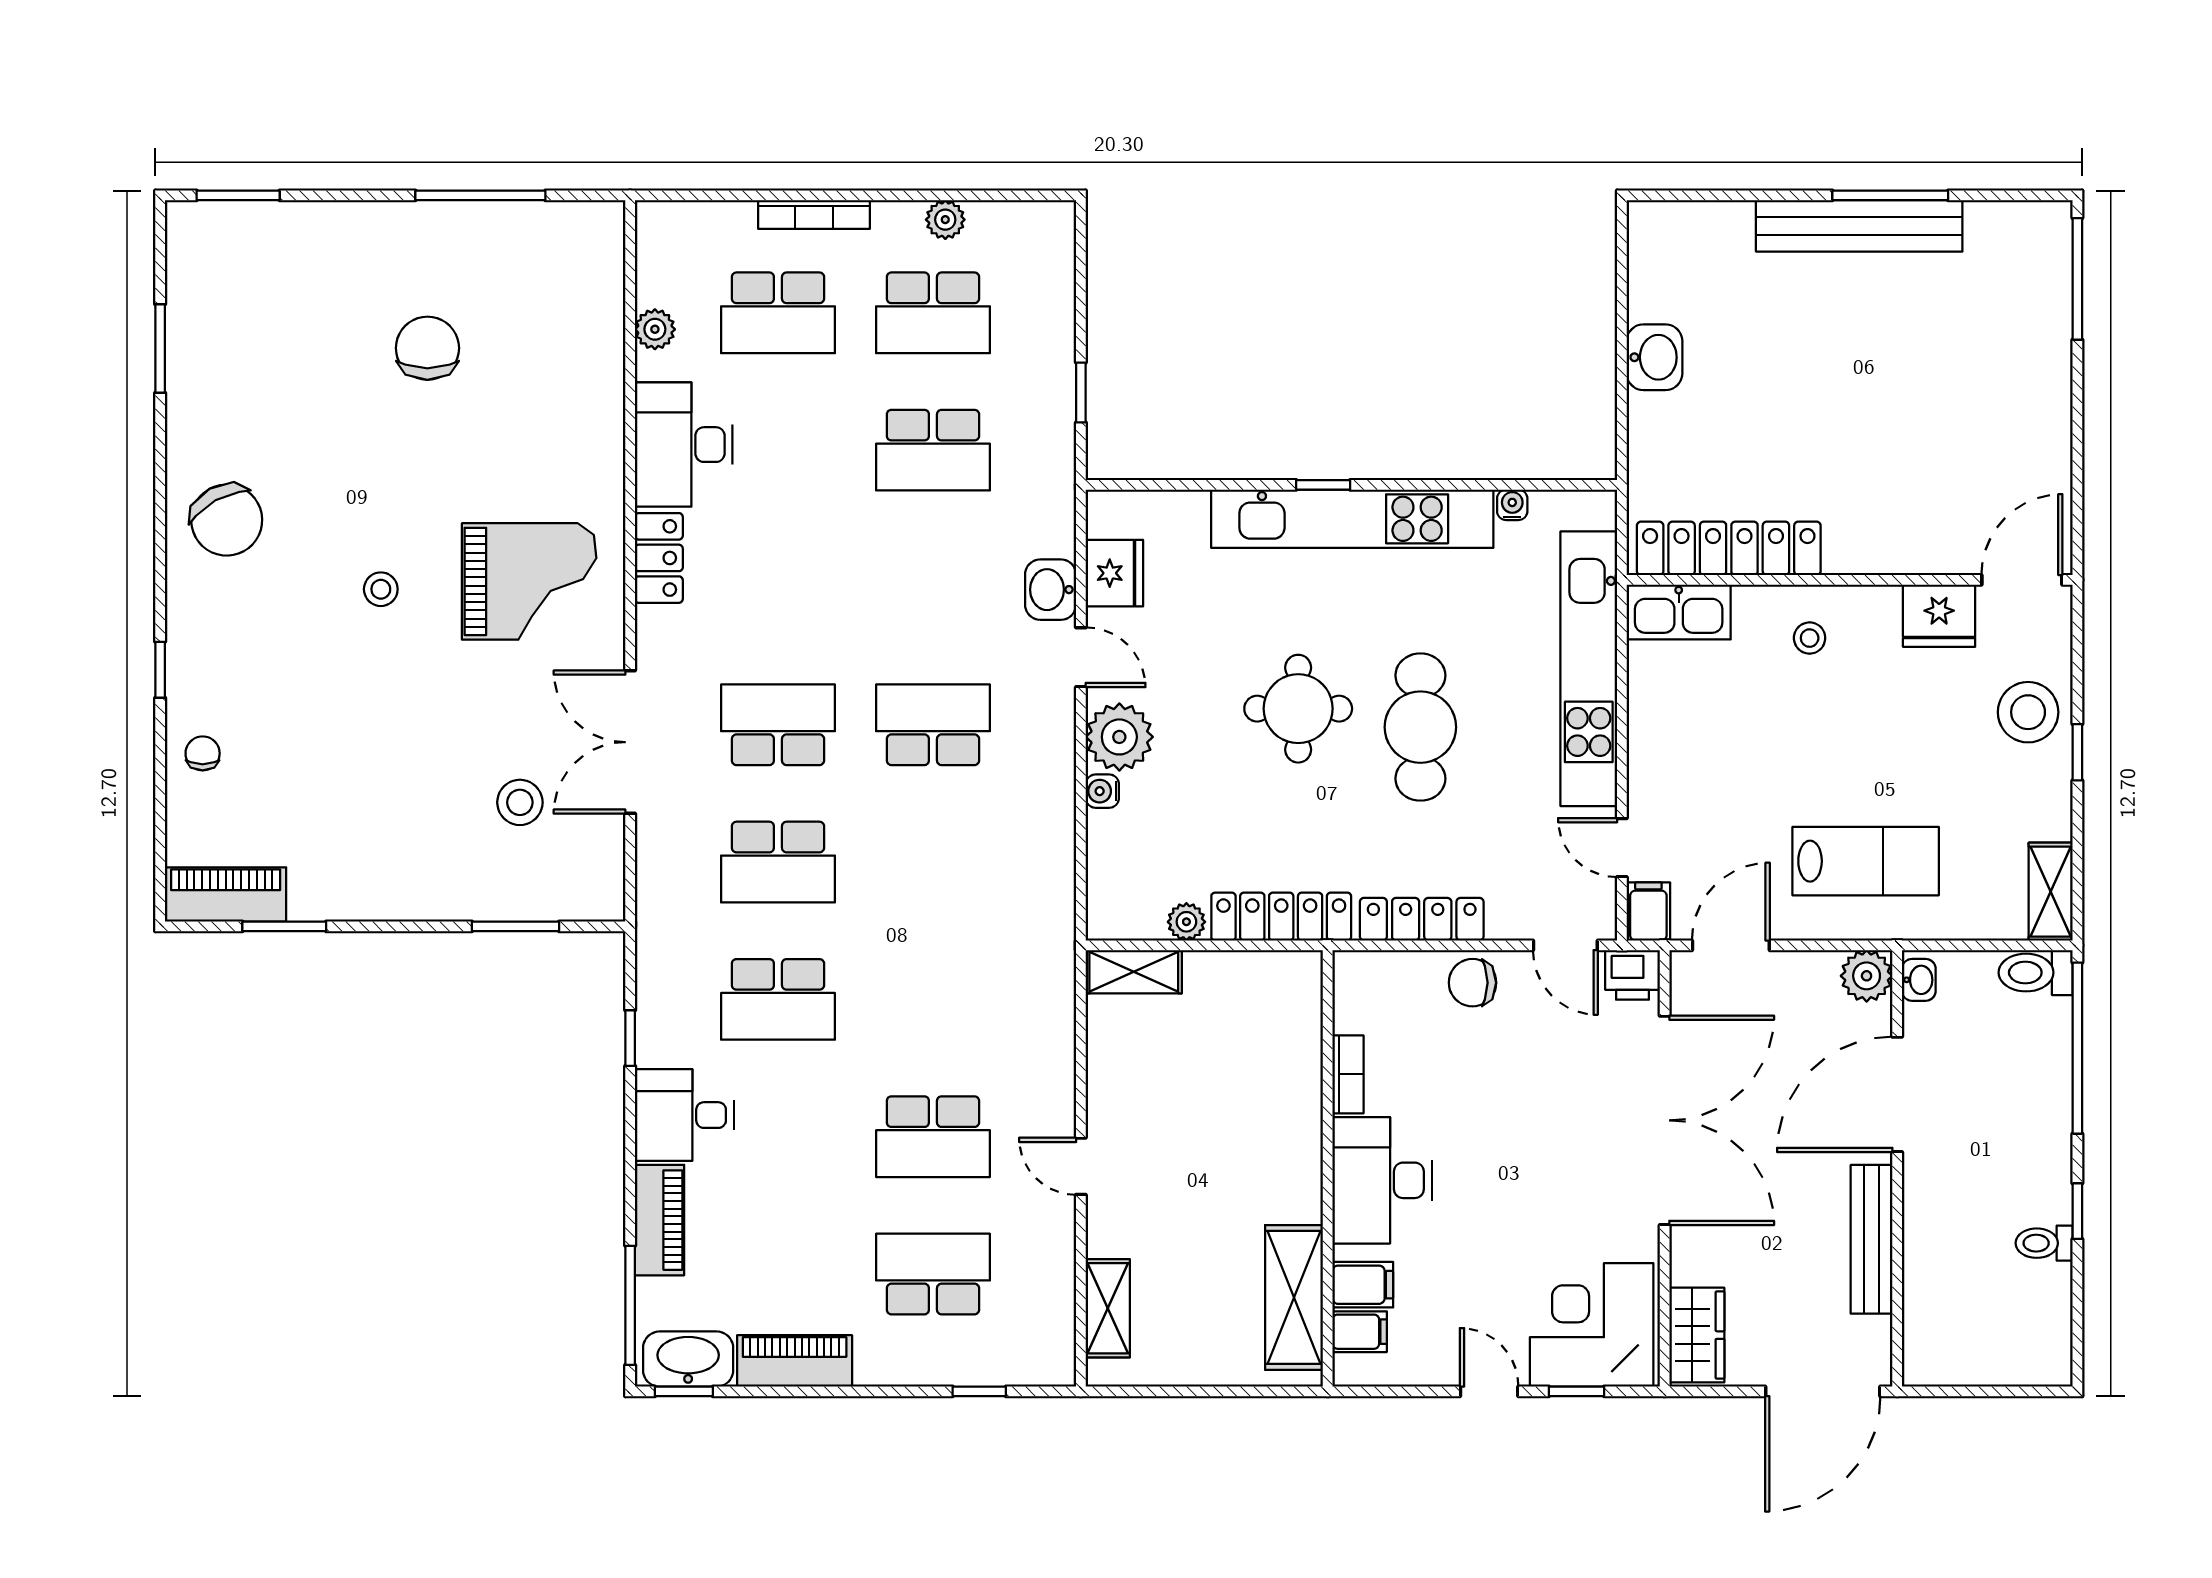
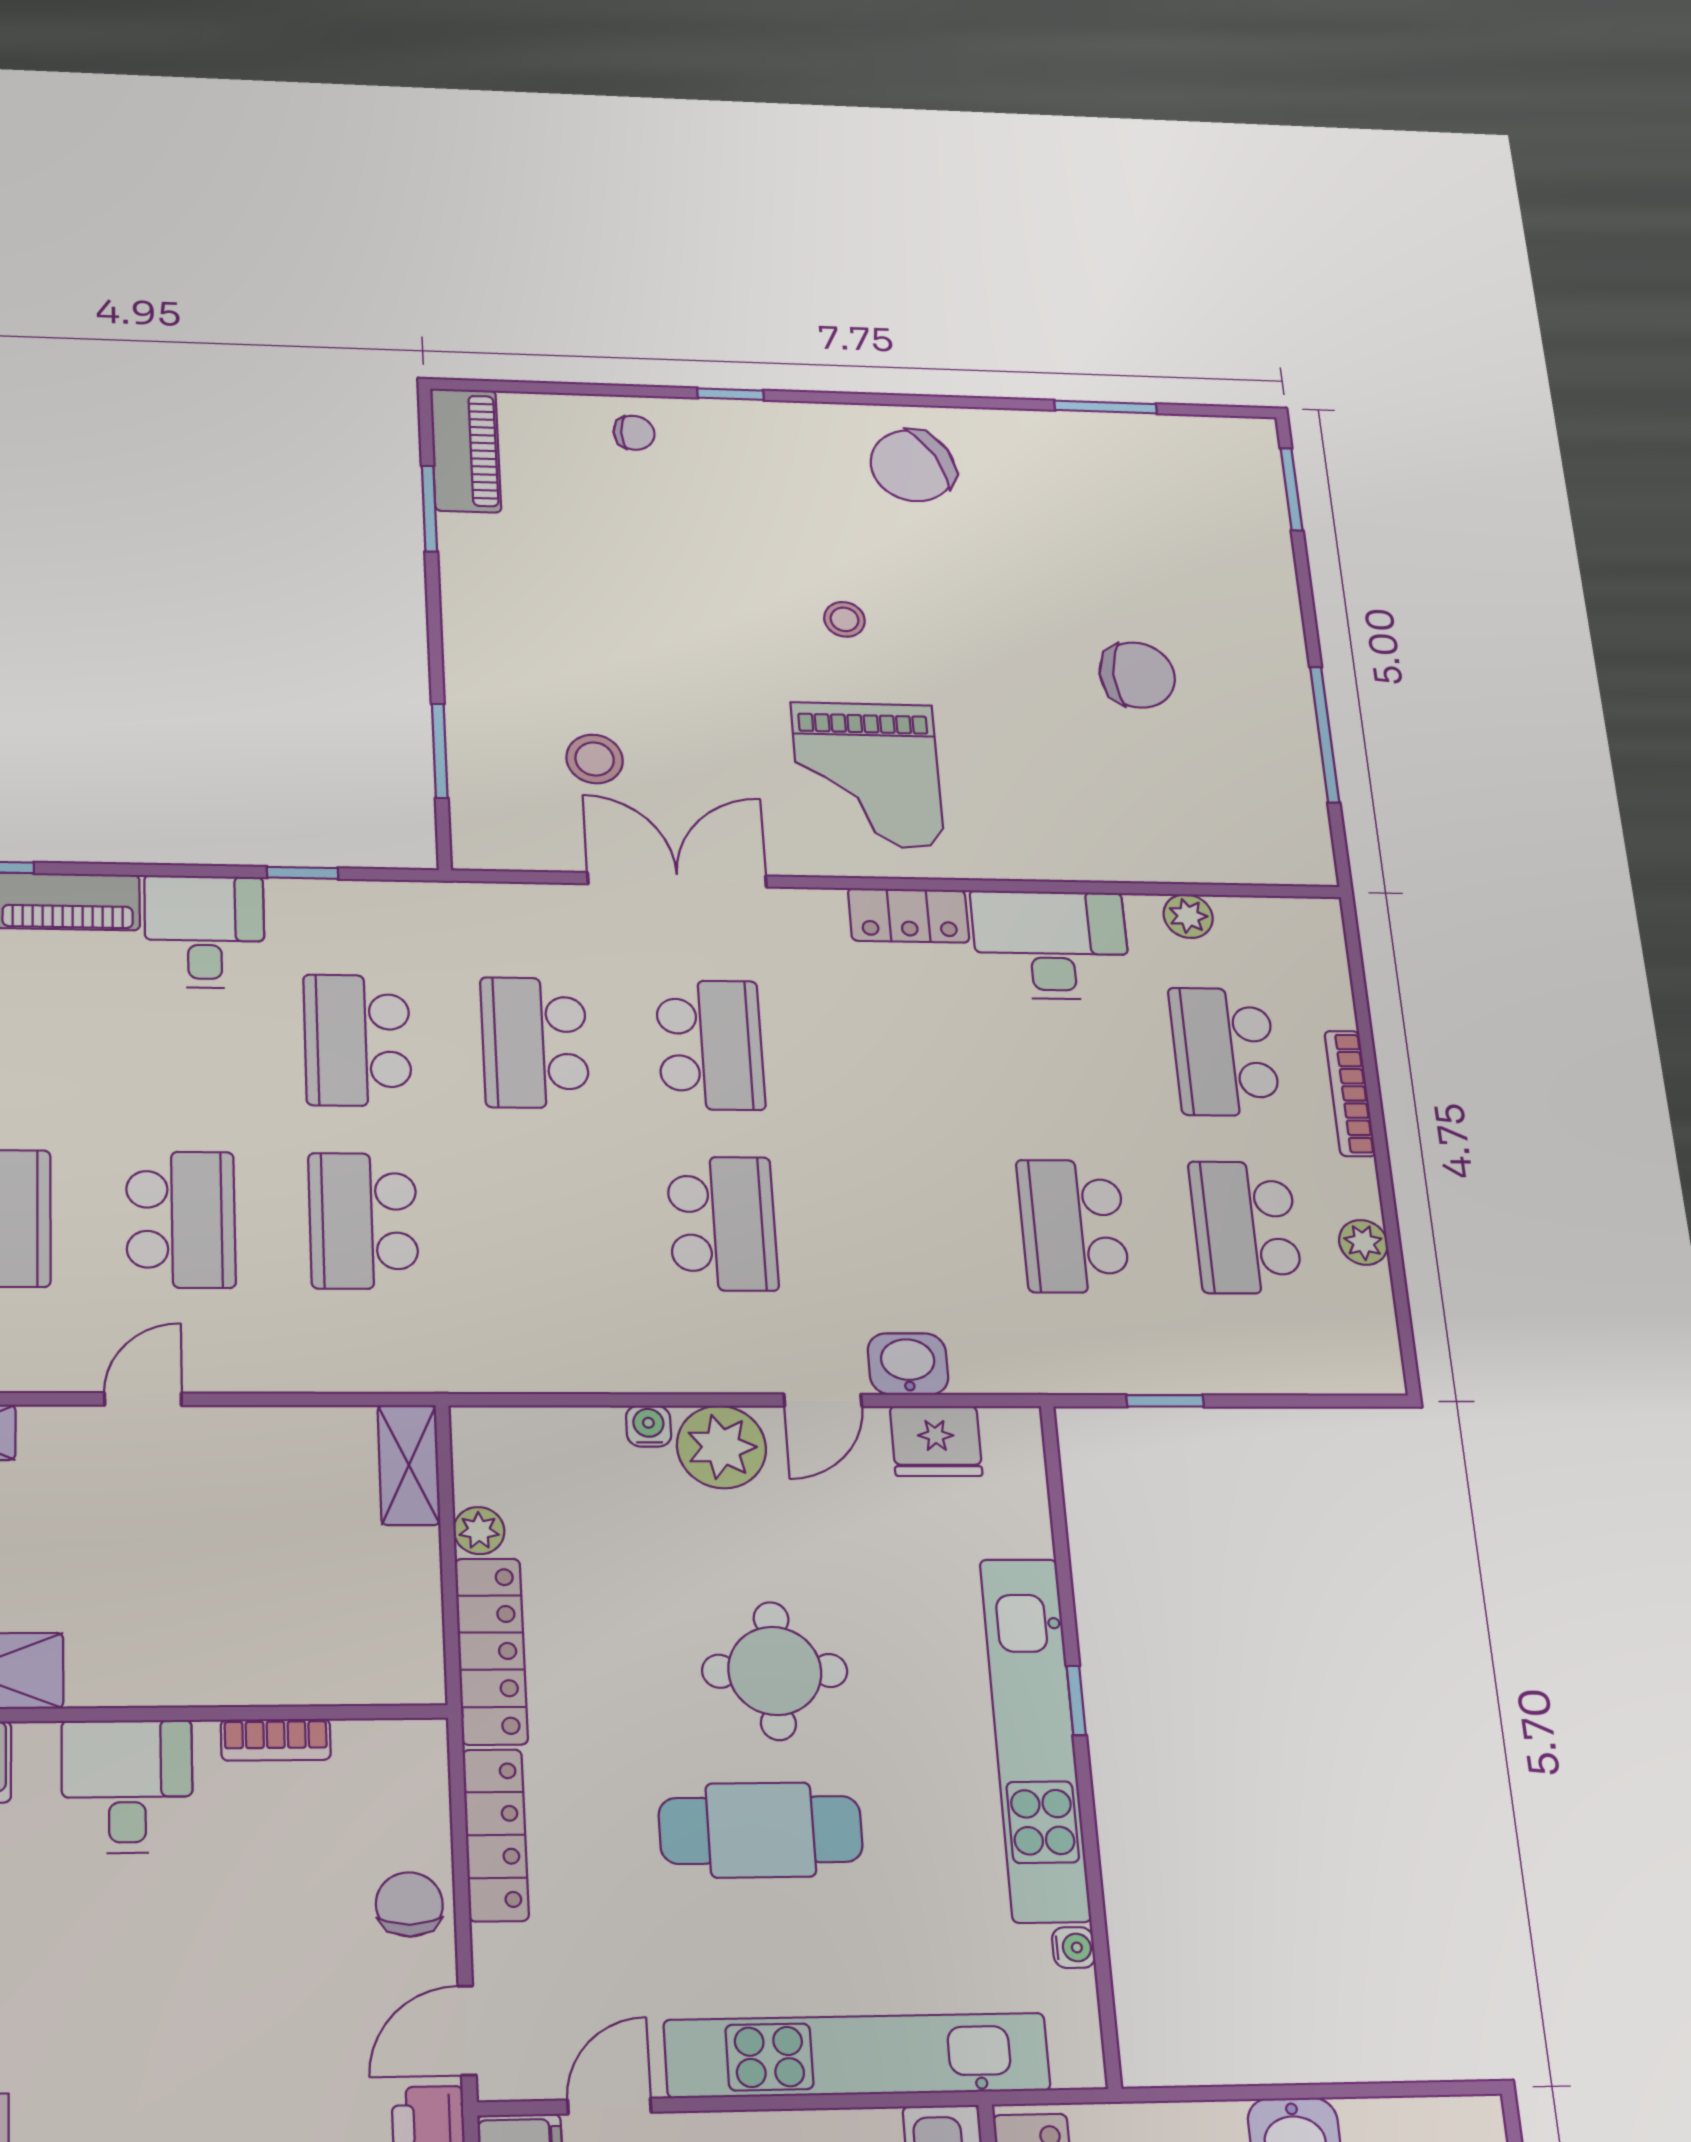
school desk: (933, 999) -> (363, 1221), added
school desk: (933, 1137) -> (181, 1219), turned 180
desk: (1382, 1180) -> (127, 1786), width x0.73

